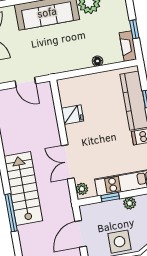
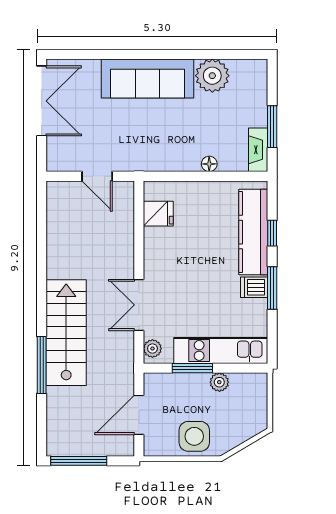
window: (134, 29) -> (272, 127), width x1.50
fridge: (72, 115) -> (158, 214), moved
window: (110, 197) -> (192, 368), width x1.50

